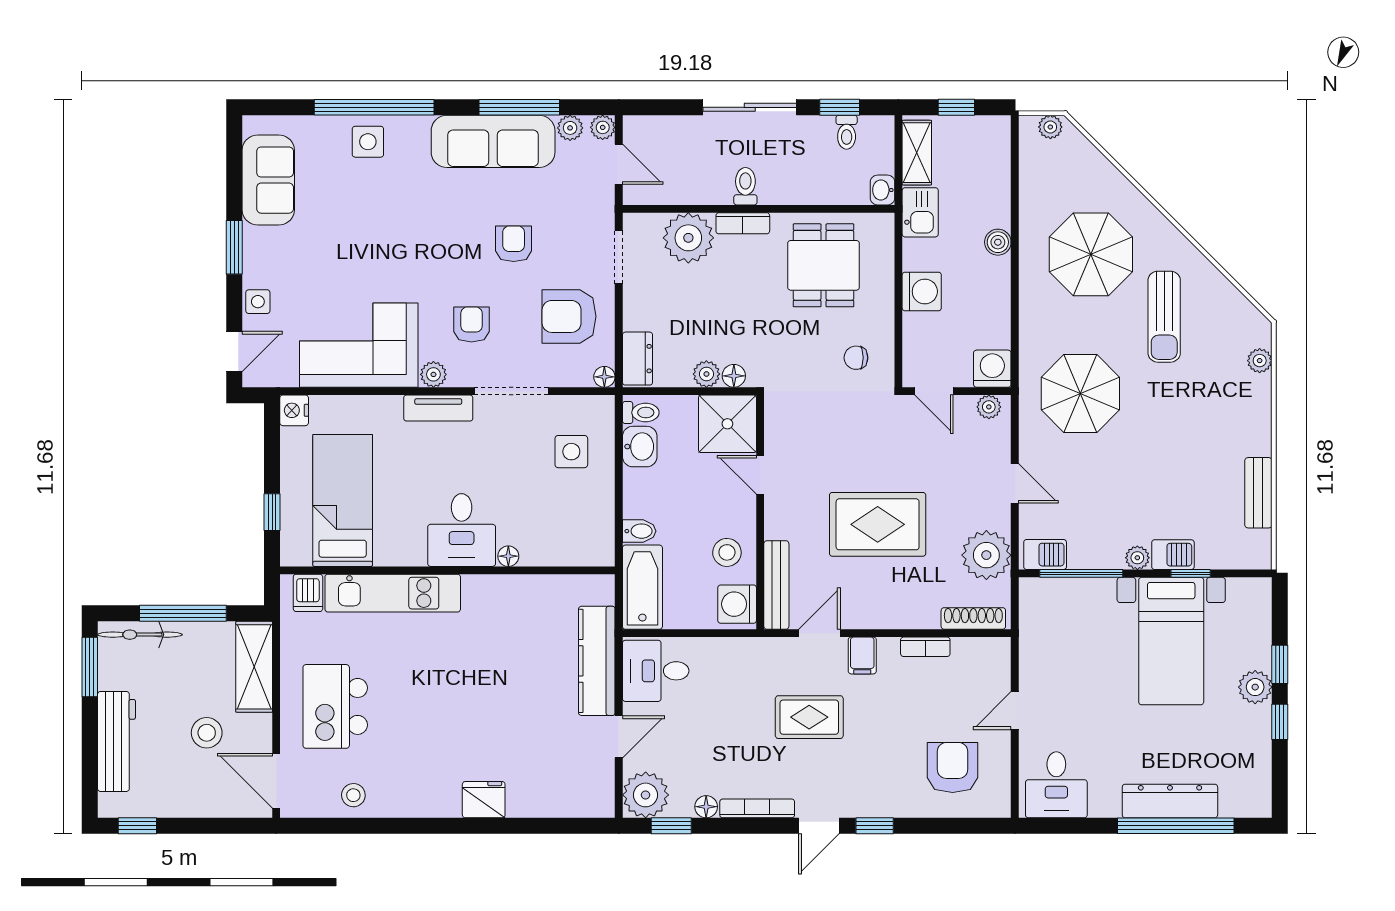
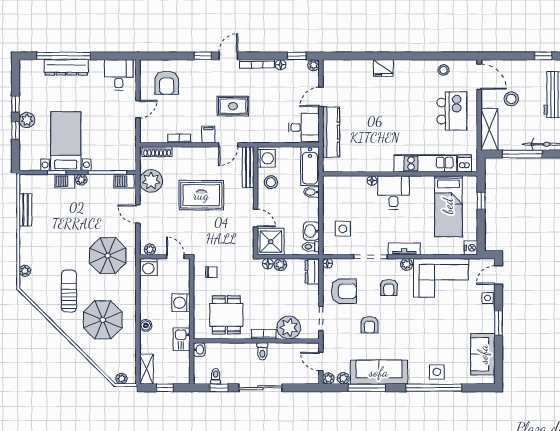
shelving: (917, 153) -> (146, 369), moved
plant: (646, 795) -> (313, 65), width x0.53, depth x0.53

